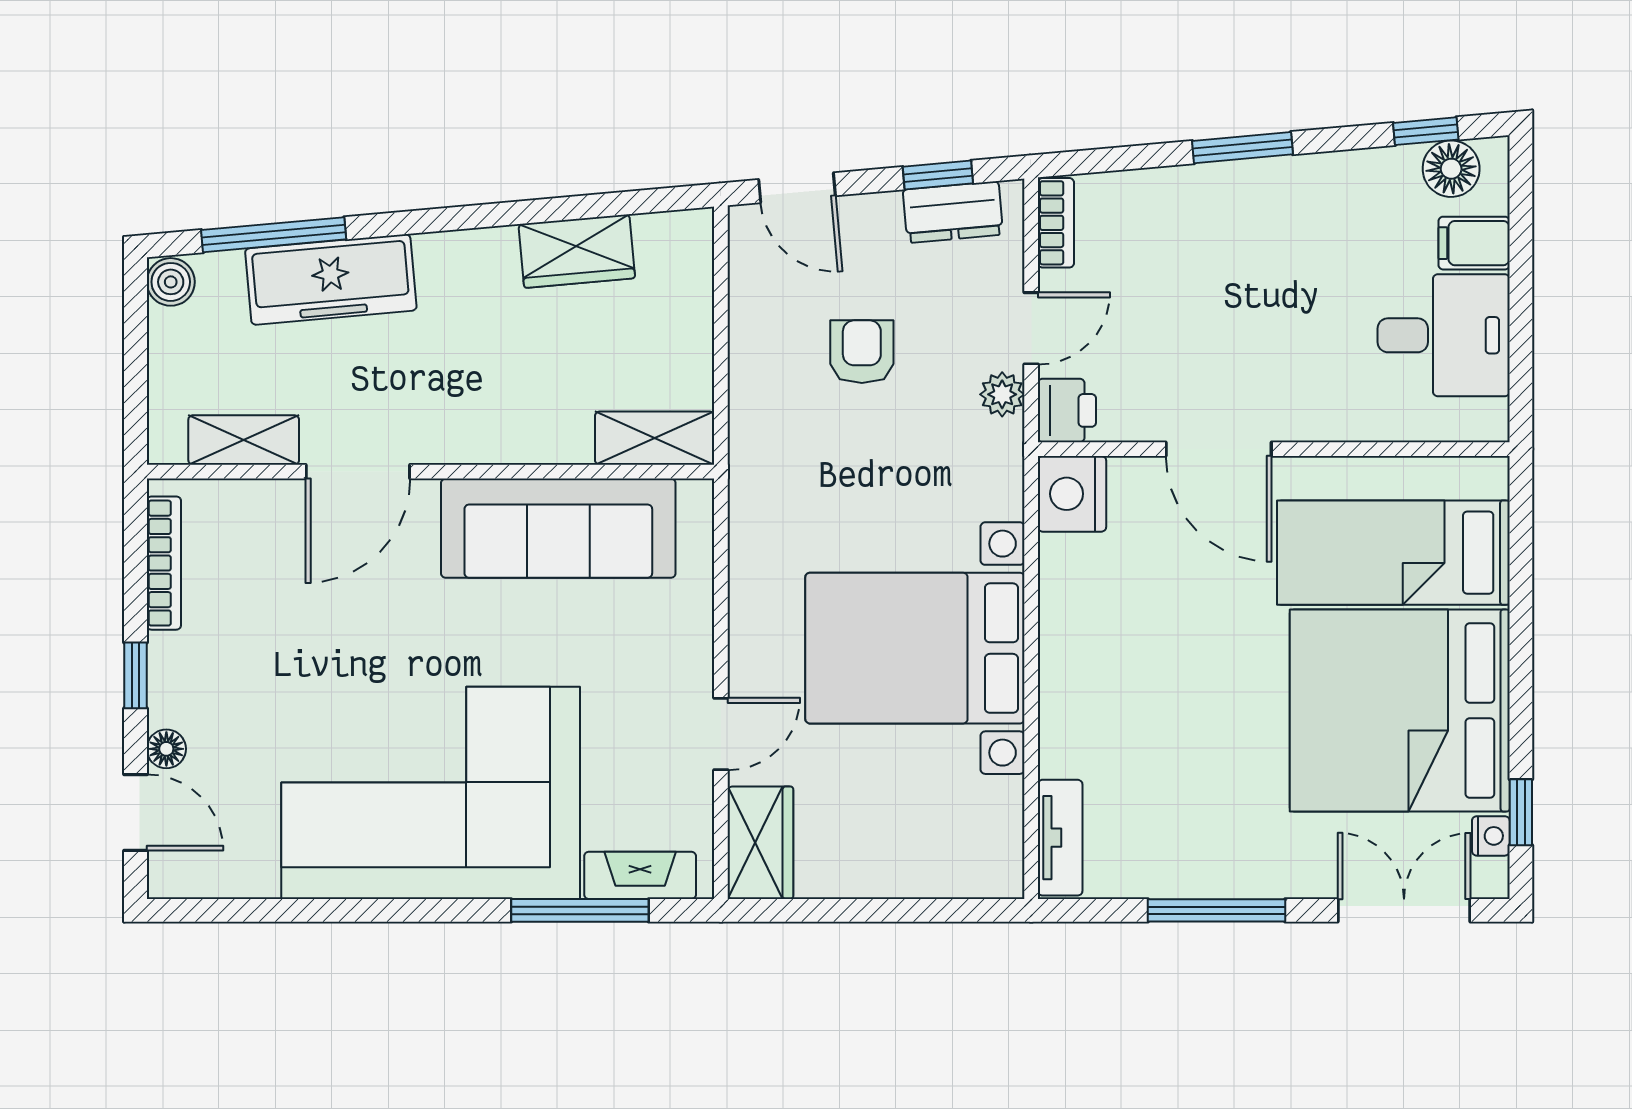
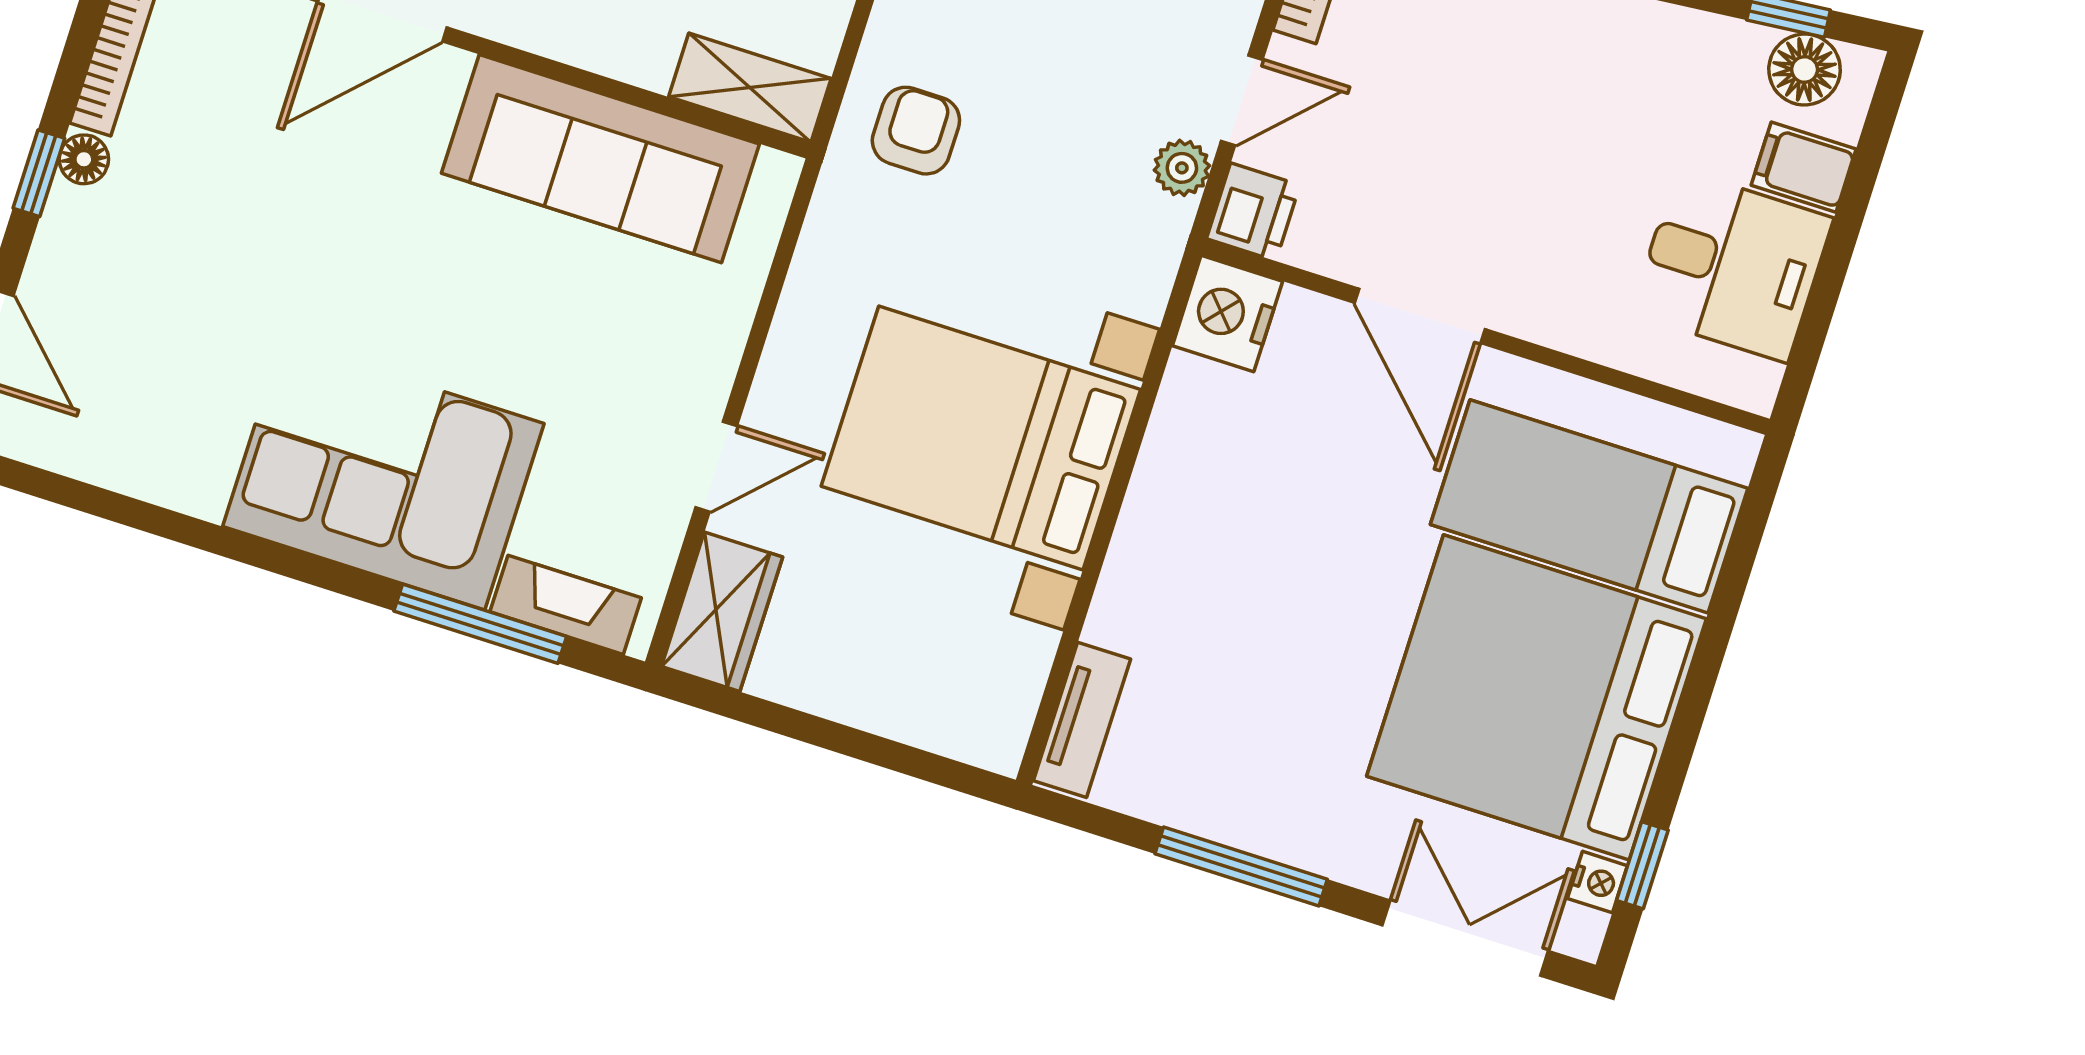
armchair: (862, 352) -> (916, 131), moved
floor lamp: (166, 749) -> (84, 159), moved
corner sofa: (431, 793) -> (383, 475), width x0.73, depth x0.74

